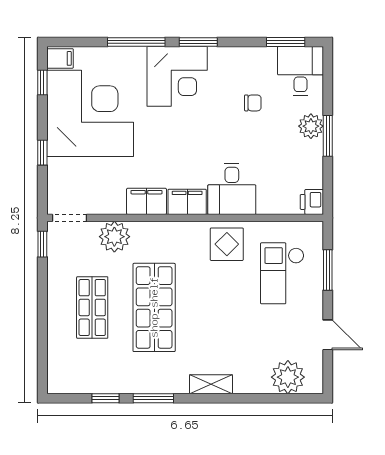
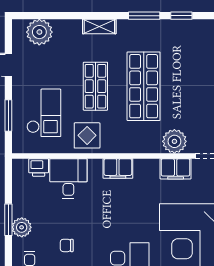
desk: (232, 189) -> (68, 179), moved
filing cabinet: (146, 201) -> (176, 169), moved
printer: (312, 202) -> (39, 167), moved, turned 90
shop shelf: (92, 307) -> (95, 86), moved

